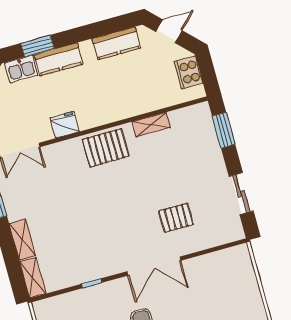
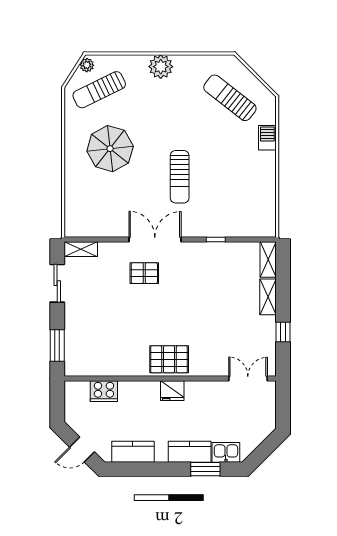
cooker: (188, 72) -> (104, 391), moved, turned 90
fridge: (65, 125) -> (172, 391), moved
shelving: (151, 125) -> (81, 249), moved
pallet: (176, 218) -> (144, 273), moved

